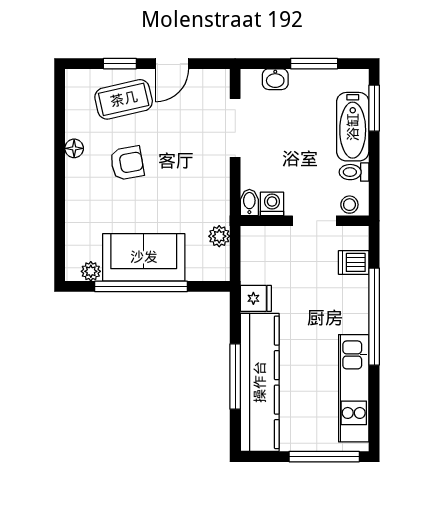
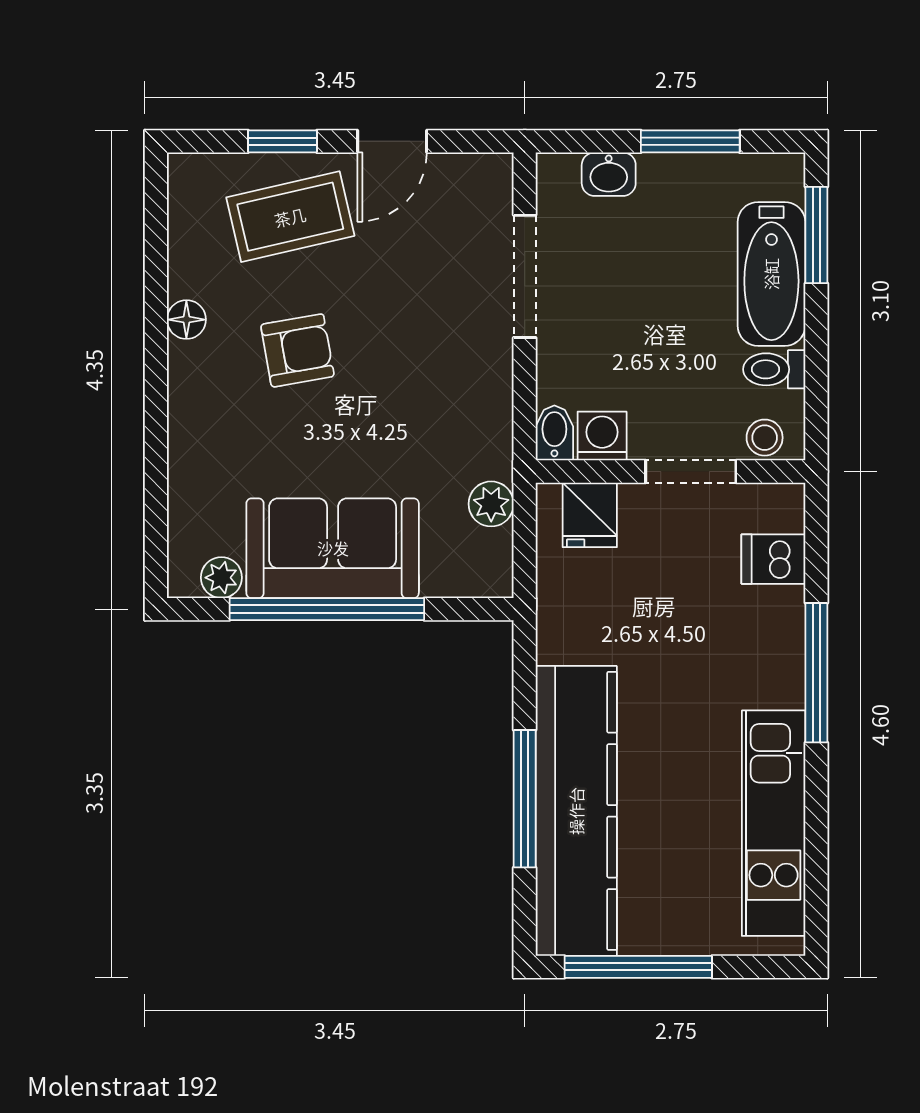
fridge: (256, 298) -> (590, 515), moved, turned 90
window: (374, 317) -> (816, 673), width x0.68
window: (324, 457) -> (638, 967), moved

